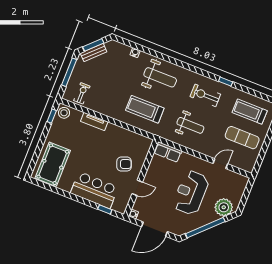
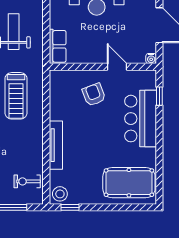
tv unit: (94, 122) -> (56, 145), width x1.41

